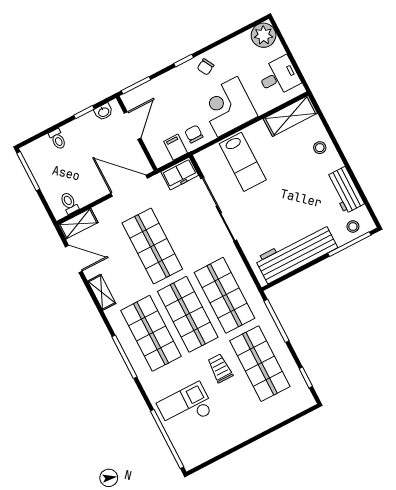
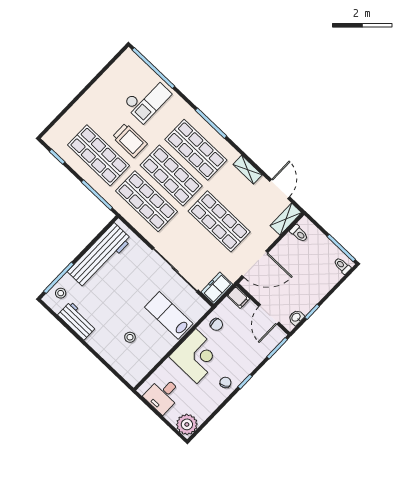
shelving: (290, 116) -> (142, 366), removed
toilet: (58, 139) -> (342, 266), moved
filing cabinet: (176, 147) -> (238, 297), moved
stool: (320, 148) -> (130, 337), moved
door: (74, 259) -> (280, 189), swing flipped
trolley: (220, 368) -> (130, 140), width x1.36, depth x1.39

